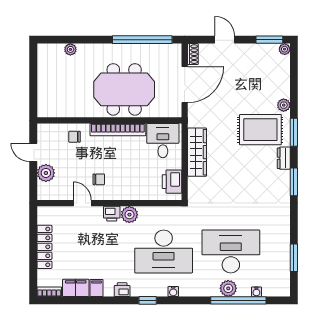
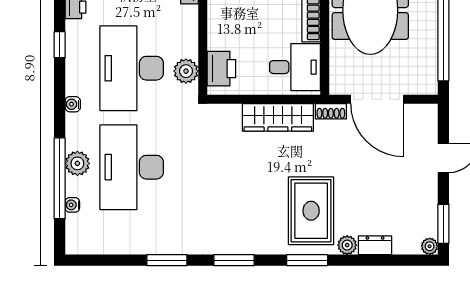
shoe rack: (193, 54) -> (331, 111), moved
dresser: (284, 158) -> (375, 245), moved
printer: (172, 182) -> (221, 69), moved, turned 90
plant: (129, 215) -> (186, 71), moved
desk: (231, 251) -> (132, 167), turned 180
window: (294, 258) -> (167, 260), moved
water cooler: (173, 292) -> (73, 104), moved

